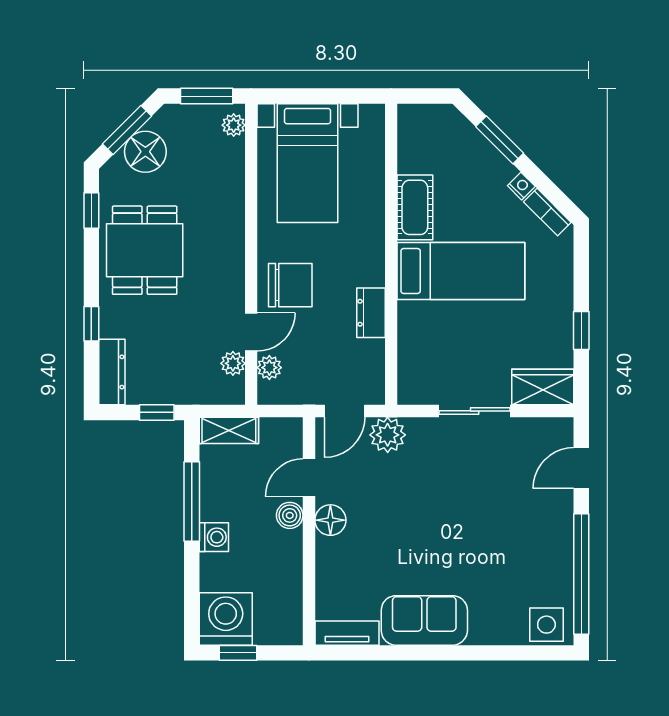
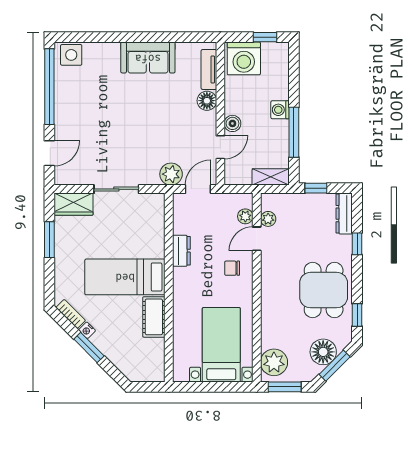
plant: (234, 125) -> (274, 362), width x1.87, depth x1.87
window: (500, 140) -> (89, 348), moved
chair: (290, 285) -> (232, 268), width x0.54, depth x0.54
window: (581, 330) -> (49, 240), width x1.50
floor lamp: (330, 520) -> (207, 101), moved
washing machine: (226, 619) -> (244, 58), moved
tv unit: (347, 633) -> (209, 70), moved, turned 90

